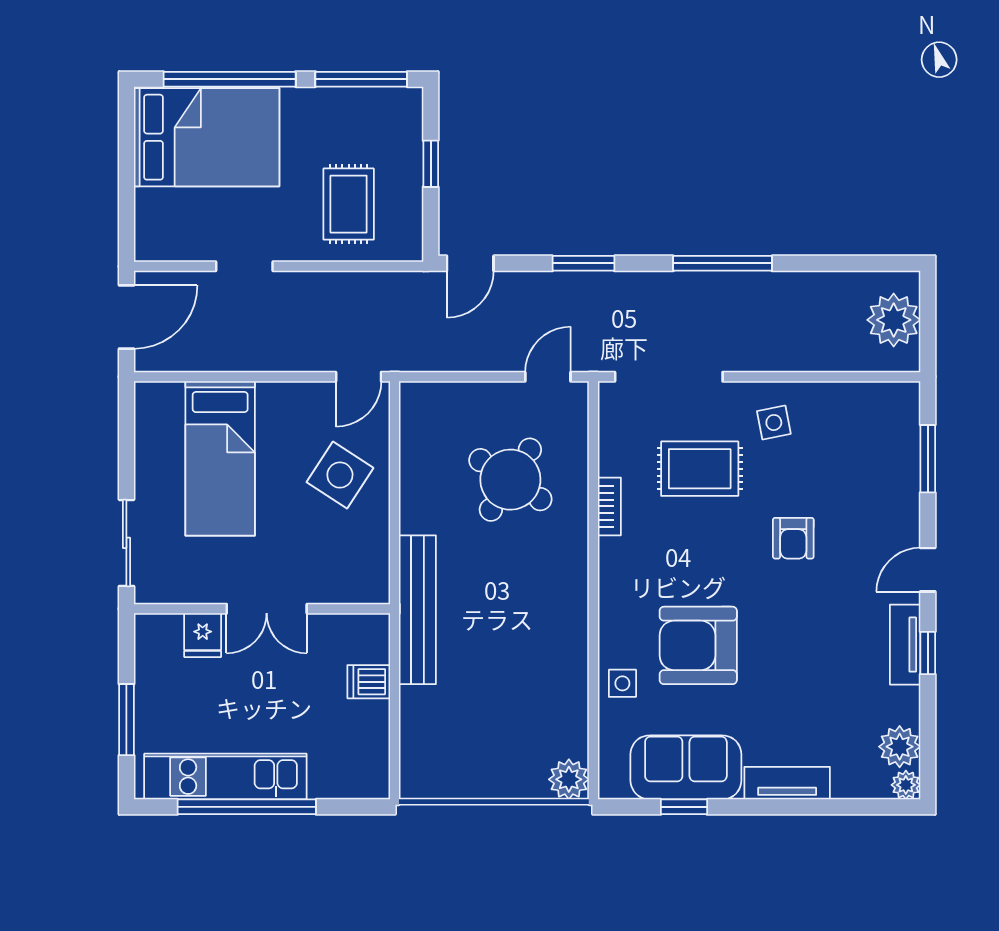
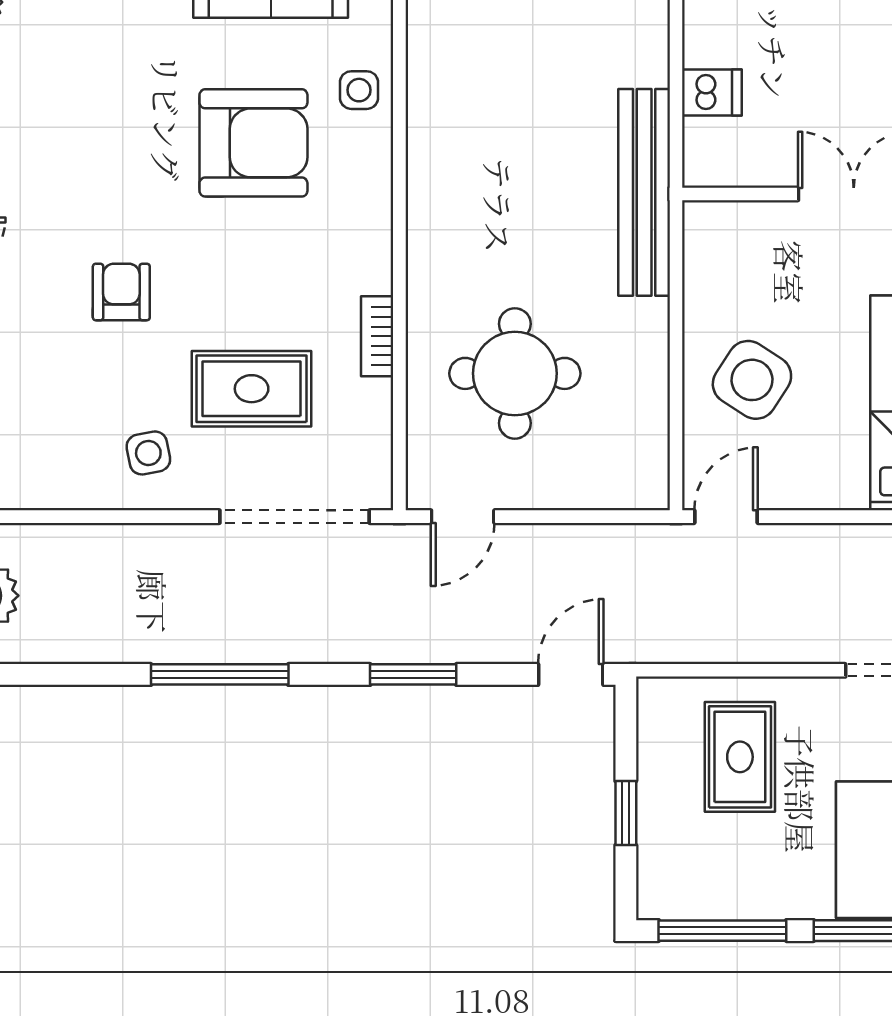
round table: (510, 480) -> (515, 373), turned -33

